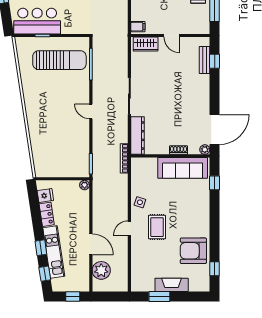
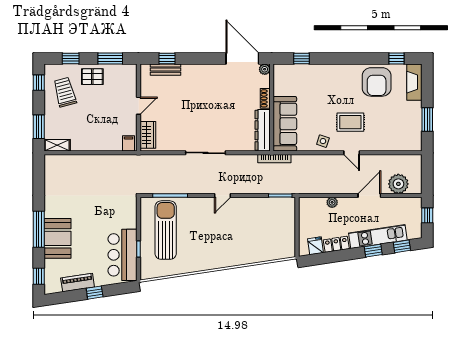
dresser: (138, 136) -> (263, 130), moved, turned -90
sofa: (183, 168) -> (285, 124), moved
plant: (85, 185) -> (332, 202), moved
fireplace: (172, 285) -> (414, 82), moved

